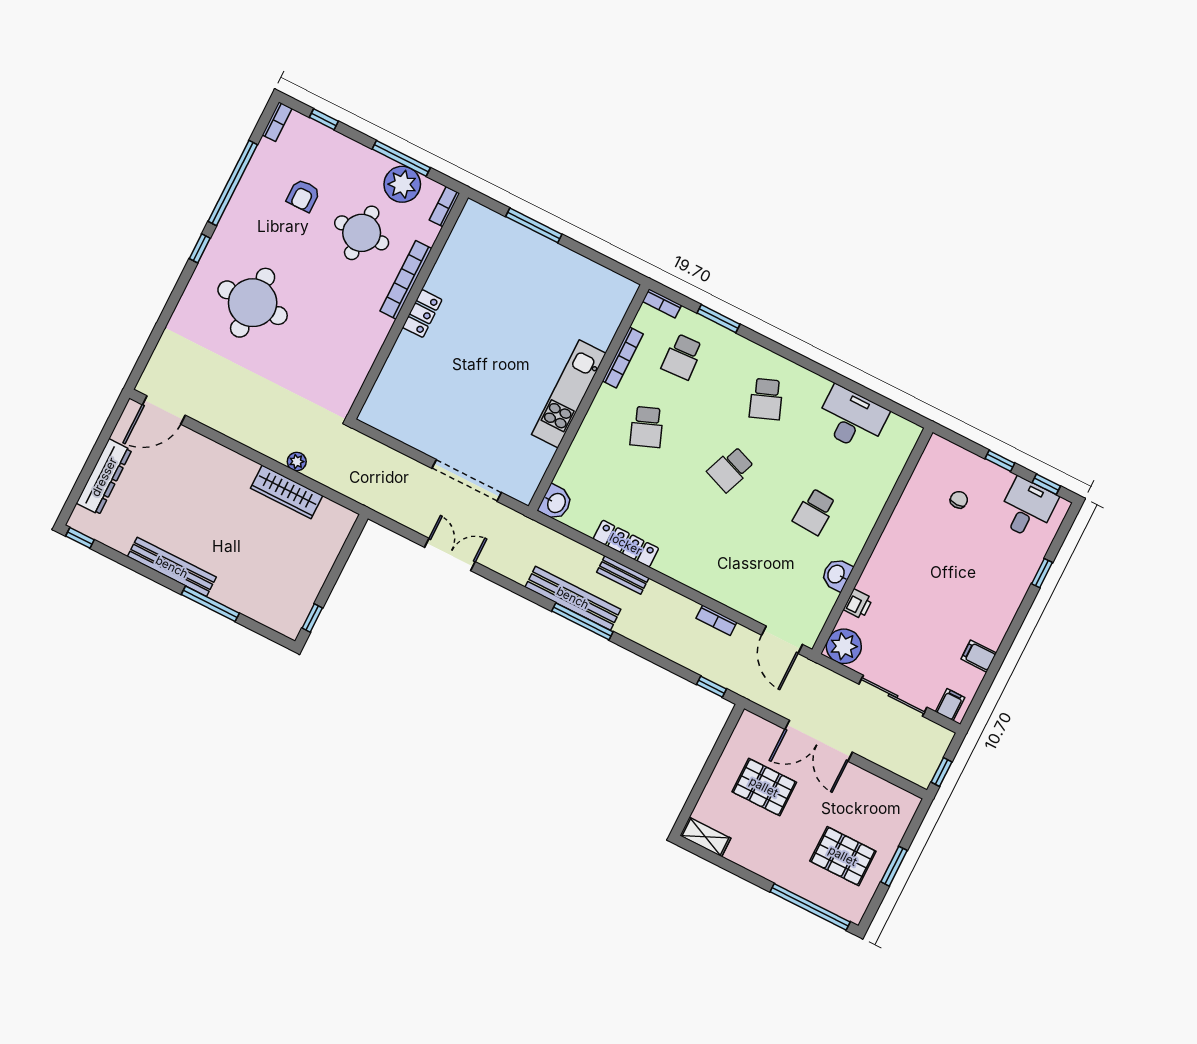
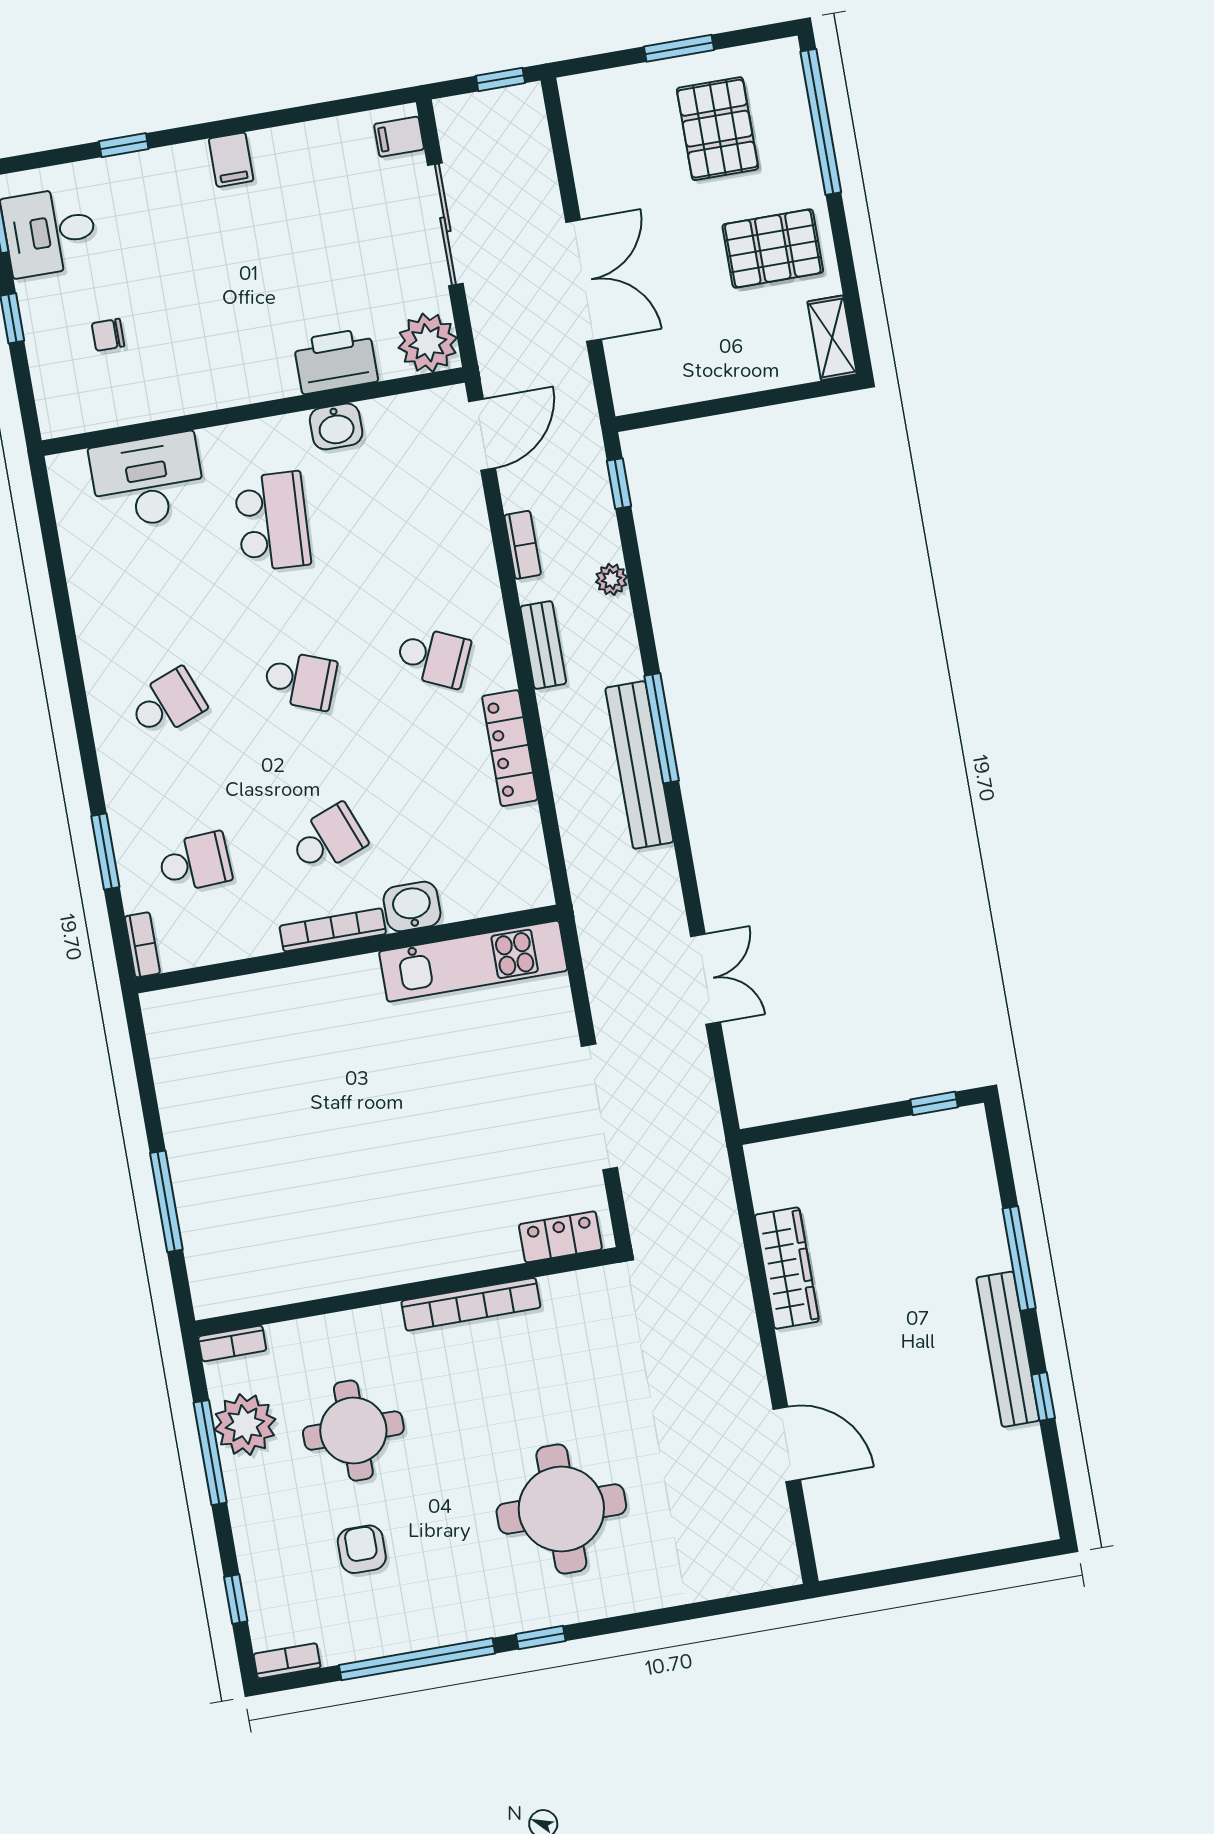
armchair: (303, 195) -> (362, 1549), turned -90
bookcase: (406, 280) -> (471, 1304), moved
locker: (422, 313) -> (560, 1237), moved
bookcase: (623, 358) -> (333, 930), moved
kitchen unit: (569, 394) -> (473, 961), moved
door: (164, 410) -> (787, 1444), moved
desk: (852, 419) -> (148, 481), moved, turned 90
plant: (297, 462) -> (611, 579), moved
dresser: (104, 477) -> (953, 1535), removed
doorway: (467, 480) -> (599, 1107), moved
washbasin: (556, 503) -> (412, 906), moved
school desk: (814, 512) -> (272, 521), width x1.85
window: (80, 538) -> (1043, 1396), moved
school desk: (695, 539) -> (433, 657), added
double door: (450, 555) -> (705, 979), swing flipped
bench: (623, 575) -> (543, 645), moved
printer: (858, 604) -> (336, 361), width x1.87, depth x1.48
filing cabinet: (979, 656) -> (231, 160), moved
pallet: (764, 787) -> (773, 248), moved, turned 90

